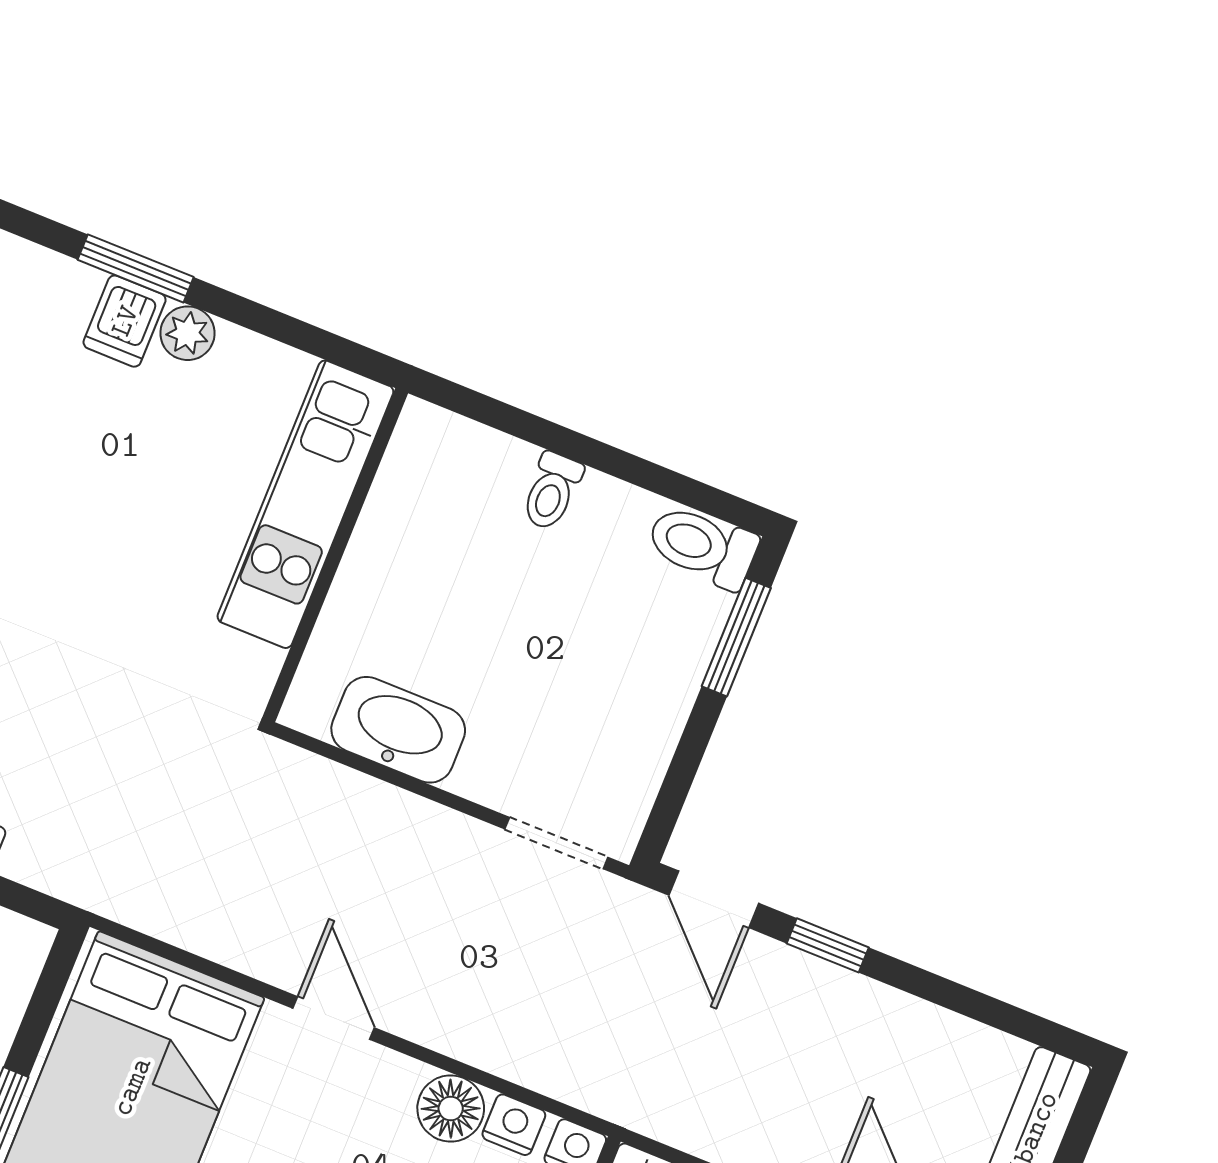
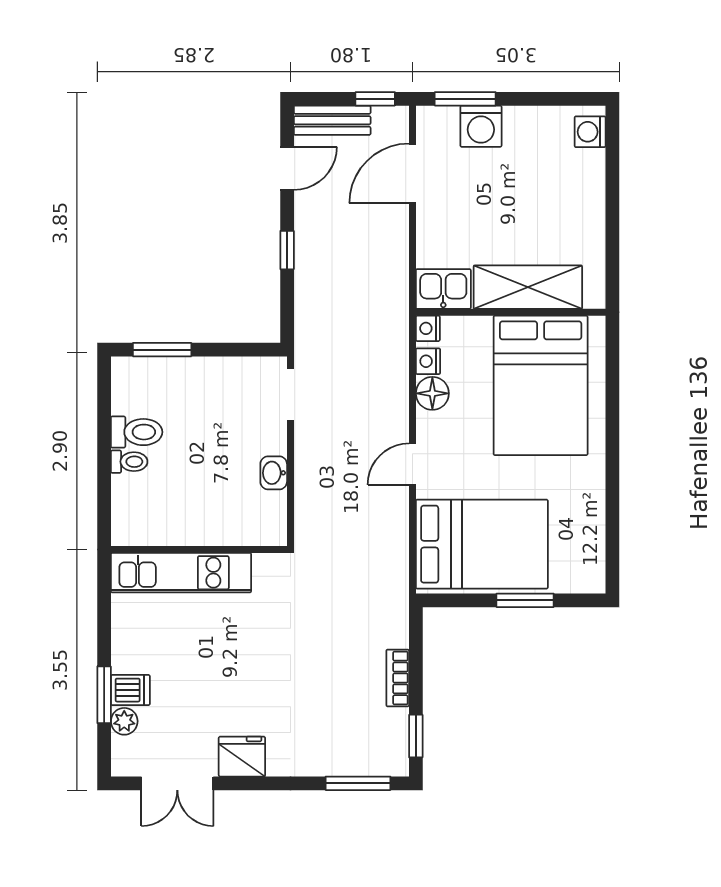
plant: (187, 333) -> (124, 721), moved
toilet: (702, 546) -> (137, 432), moved, turned -90
washbasin: (398, 730) -> (274, 473), width x0.52, depth x0.69
door: (714, 899) -> (287, 168), moved

